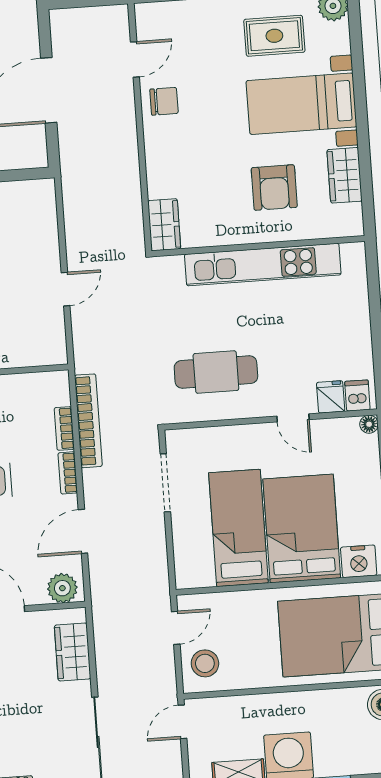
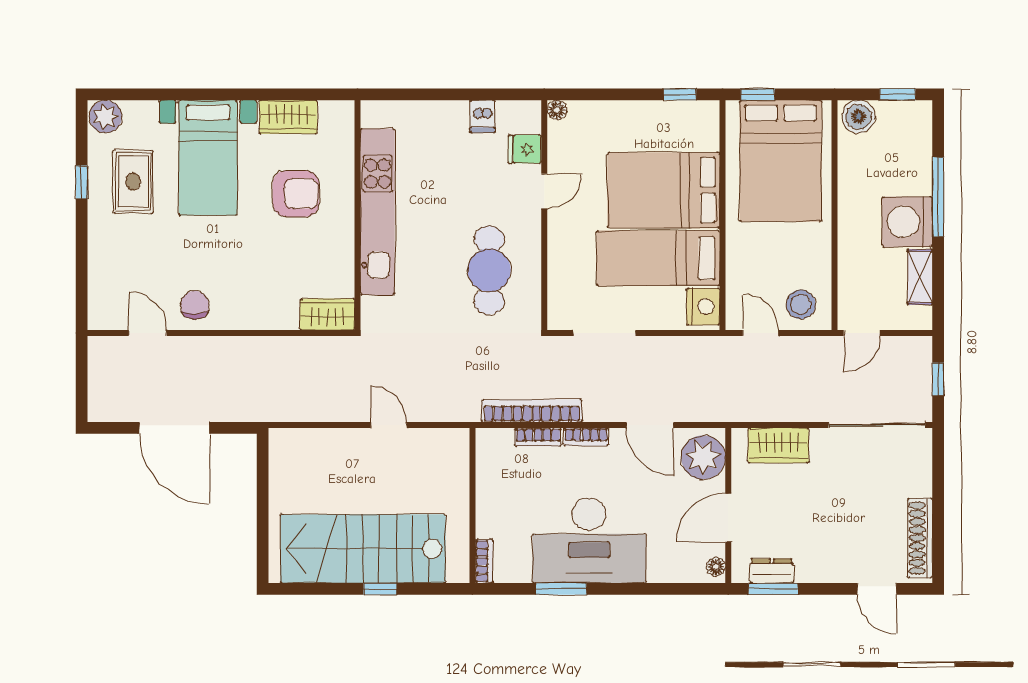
dishwasher: (357, 396) -> (483, 116), moved, turned -90
nightstand: (359, 561) -> (703, 306), moved
plant: (62, 588) -> (703, 457), width x1.36, depth x1.36
door: (182, 722) -> (862, 333), hinge flipped

